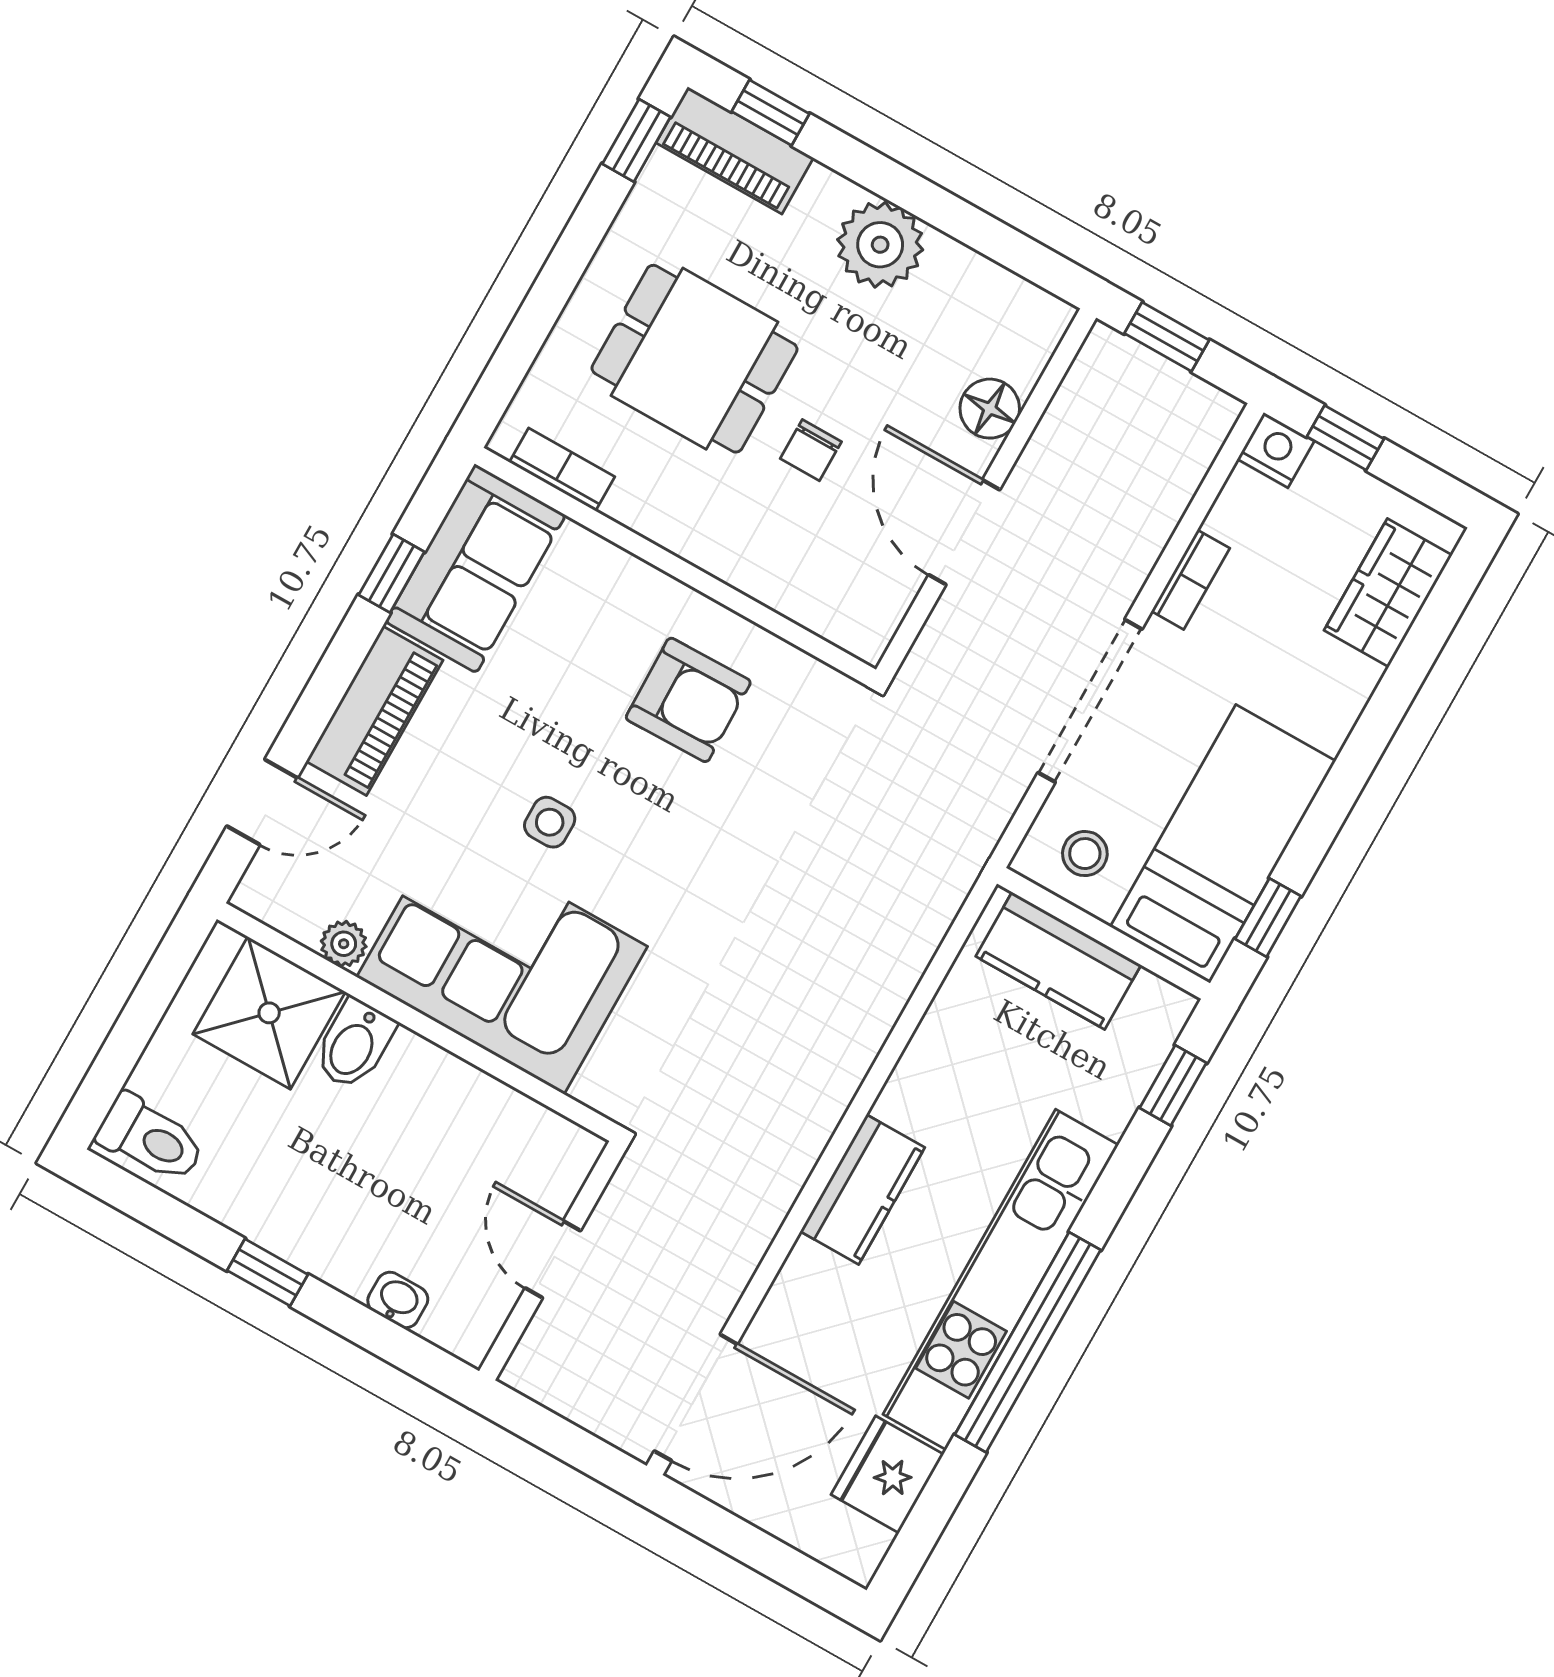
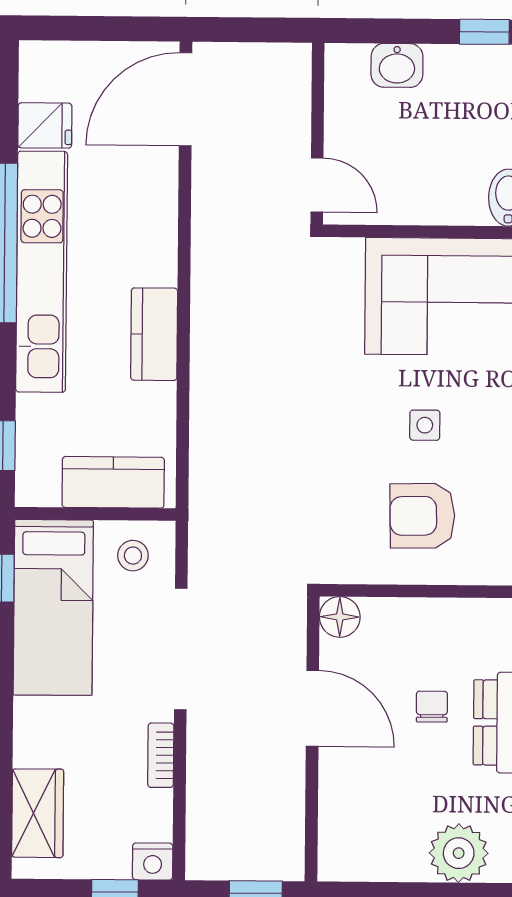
floor lamp: (990, 409) -> (340, 617), moved
side table: (550, 822) -> (425, 425), moved
kitchen counter: (863, 1189) -> (154, 334), moved
door: (553, 1259) -> (317, 185), moved
washbasin: (398, 1300) -> (397, 65), width x1.38, depth x1.45
fridge: (887, 1474) -> (45, 125), width x0.72

